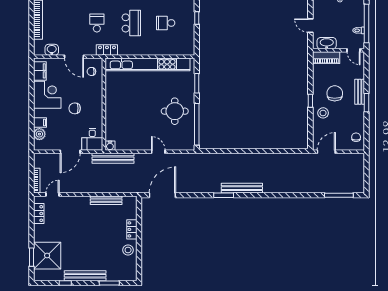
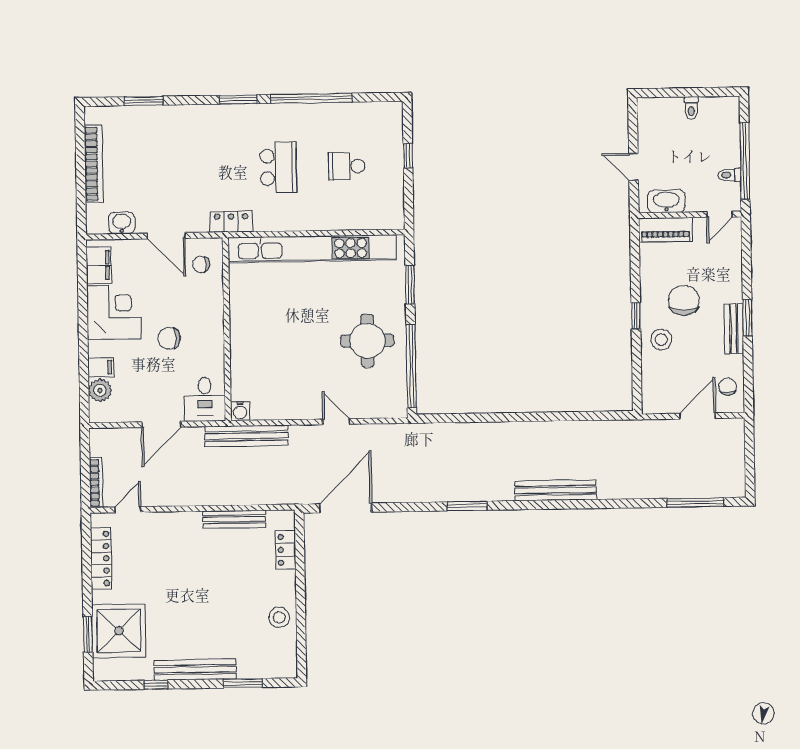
school desk: (97, 23) -> (210, 168), removed
door: (353, 50) -> (720, 214), hinge flipped
bench: (360, 92) -> (734, 329), moved
door: (326, 152) -> (698, 416), moved
bench: (242, 188) -> (555, 490), moved
locker: (39, 214) -> (101, 558), width x1.53
locker: (132, 229) -> (286, 550), moved

